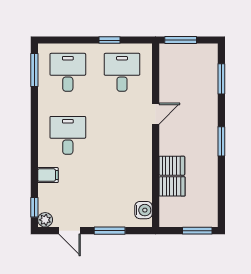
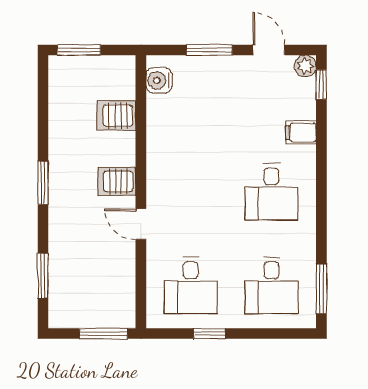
door: (156, 114) -> (141, 224), hinge flipped
server rack: (172, 166) -> (117, 181), moved

